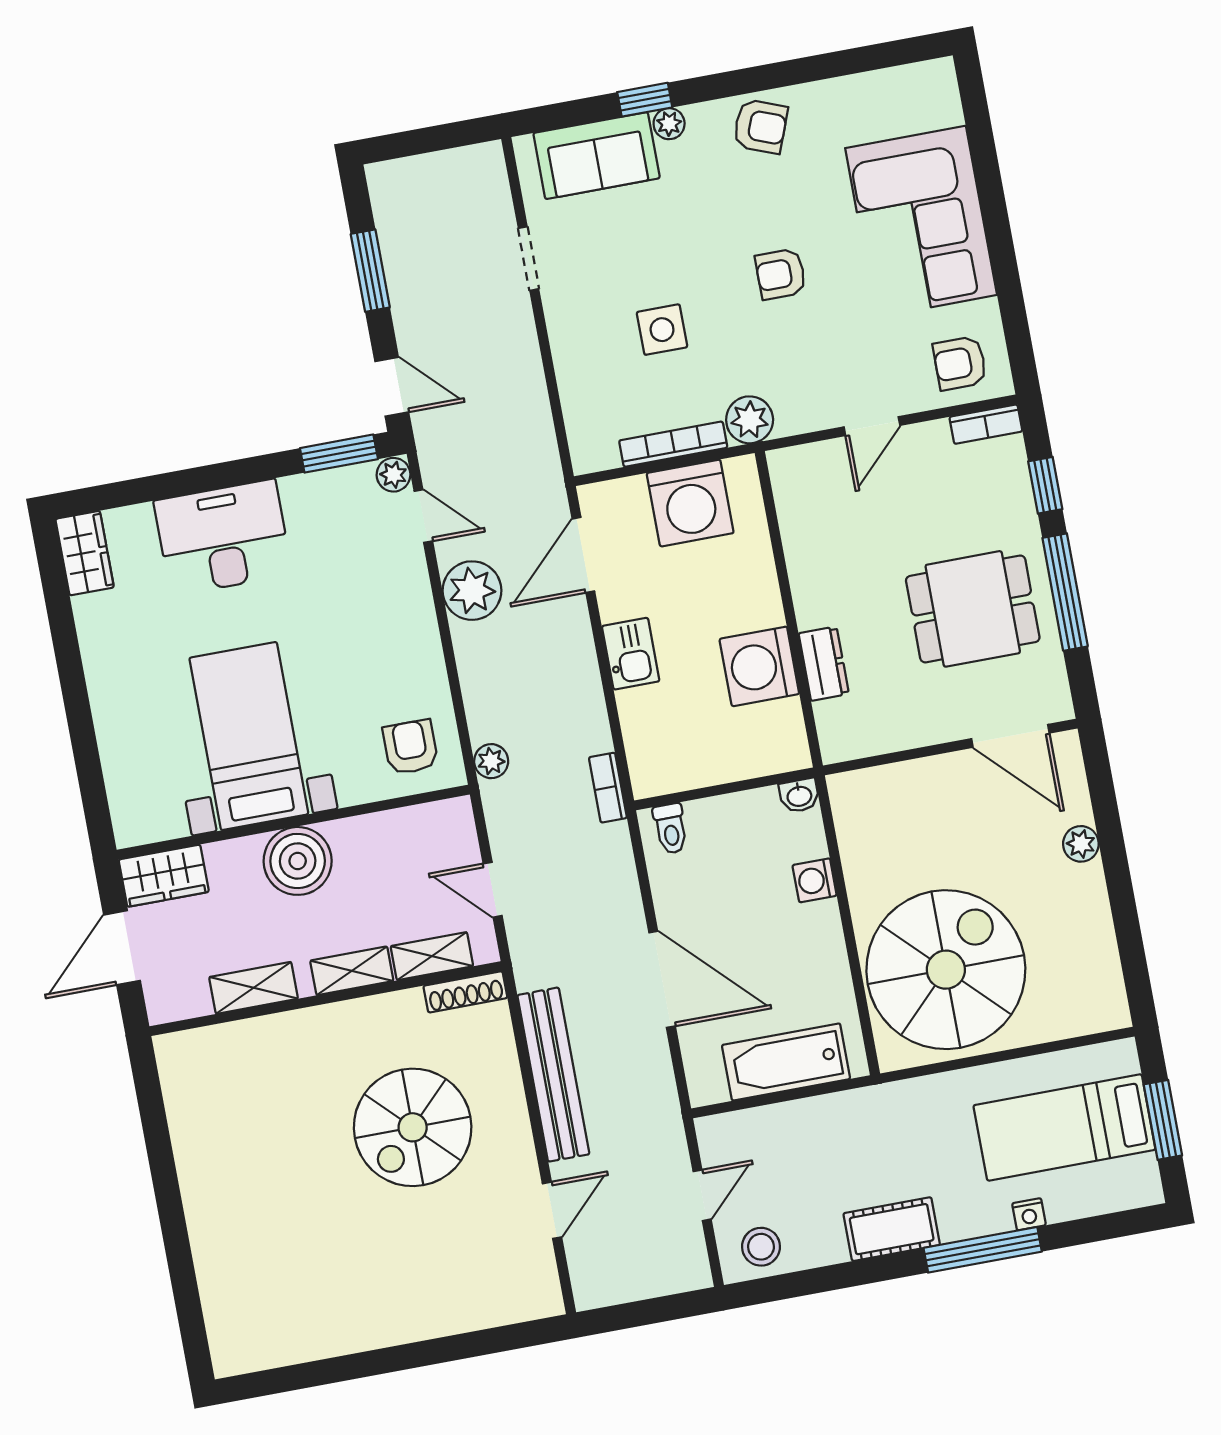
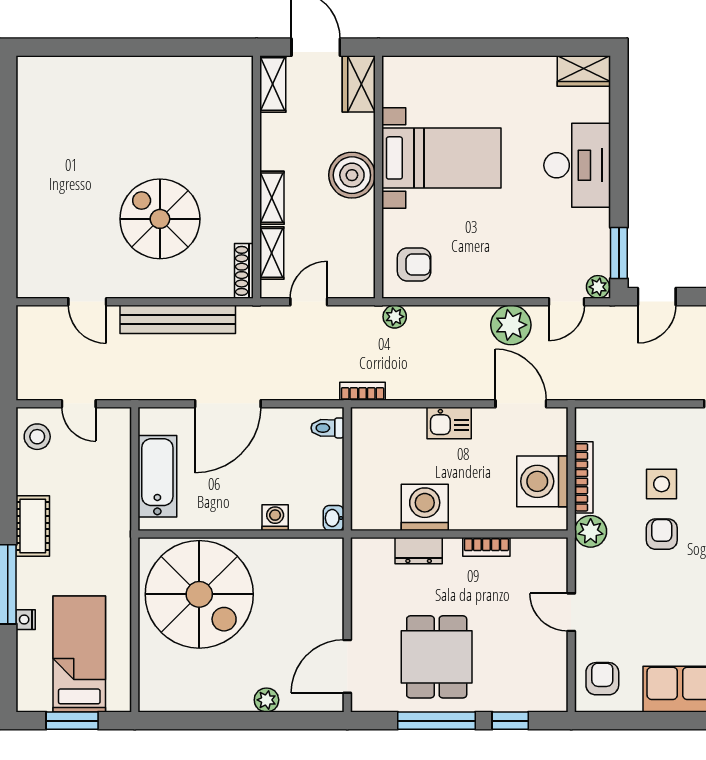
armchair: (781, 274) -> (662, 534), moved
bookcase: (986, 424) -> (486, 547), moved, turned -90
shelving: (254, 988) -> (273, 84), moved

